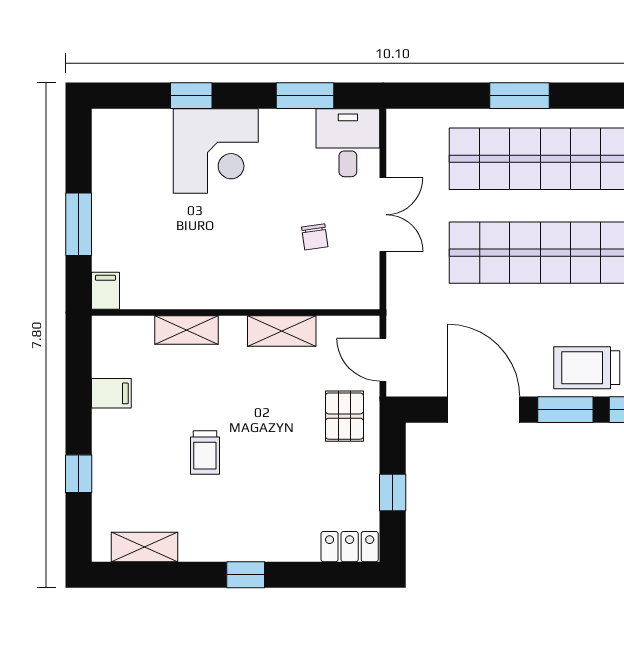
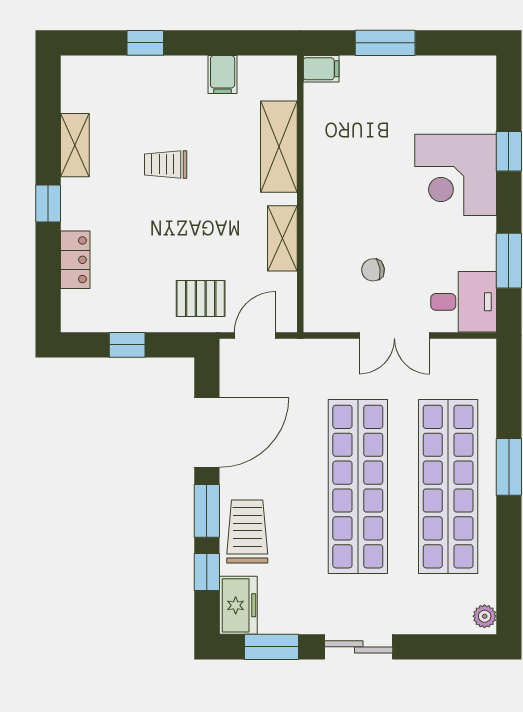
shelving: (186, 330) -> (279, 147), width x1.50, depth x1.33
shelving: (145, 547) -> (75, 145), moved
locker: (350, 547) -> (75, 260), moved

